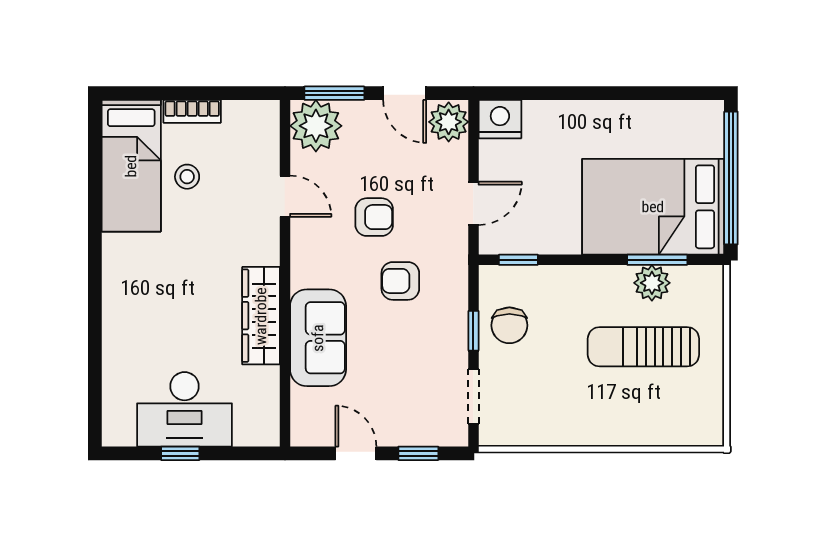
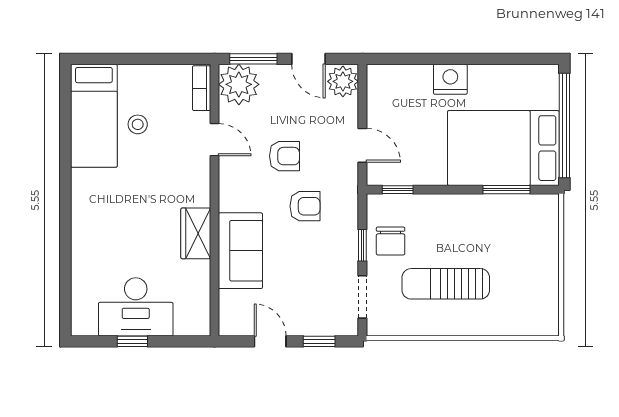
bookcase: (192, 111) -> (202, 88), moved, turned 90
nightstand: (500, 119) -> (450, 79), moved
door: (473, 203) -> (362, 145), hinge flipped
armchair: (400, 281) -> (305, 206), turned 180
plant: (652, 283) -> (502, 208), removed
wardrobe: (261, 316) -> (196, 233), width x0.67
sun lounger: (643, 347) -> (446, 284), moved

